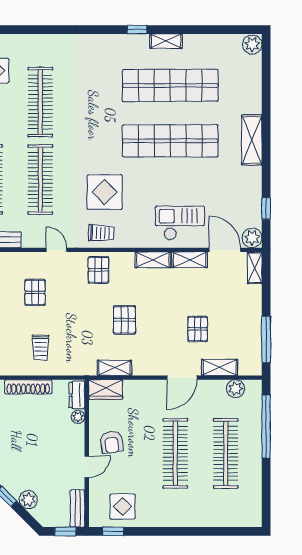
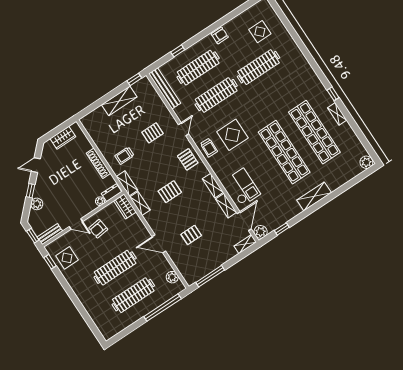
pallet: (98, 270) -> (188, 159), turned 90
shelving: (220, 367) -> (127, 183), moved

